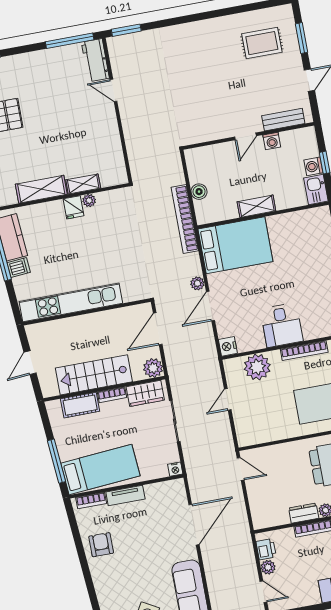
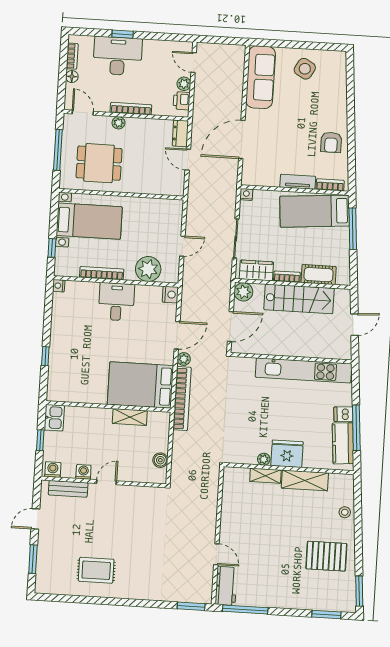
rug: (262, 43) -> (96, 570), moved
washing machine: (313, 166) -> (53, 470), moved, turned -90
boiler: (199, 192) -> (160, 460), moved
shelving: (256, 206) -> (130, 417), moved
fridge: (73, 207) -> (287, 454), width x1.88, depth x1.34
bookcase: (185, 219) -> (182, 399), moved
door: (241, 469) -> (188, 160), moved
dresser: (304, 513) -> (180, 133), moved, turned 90

